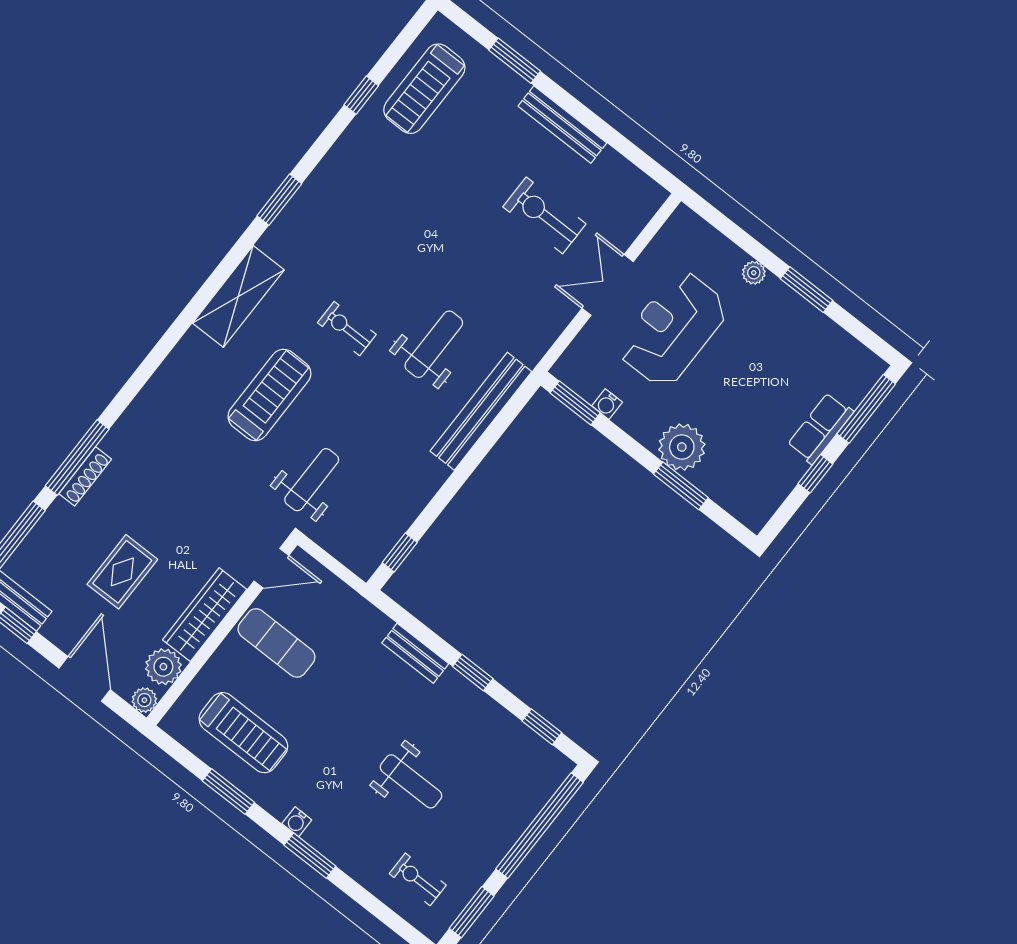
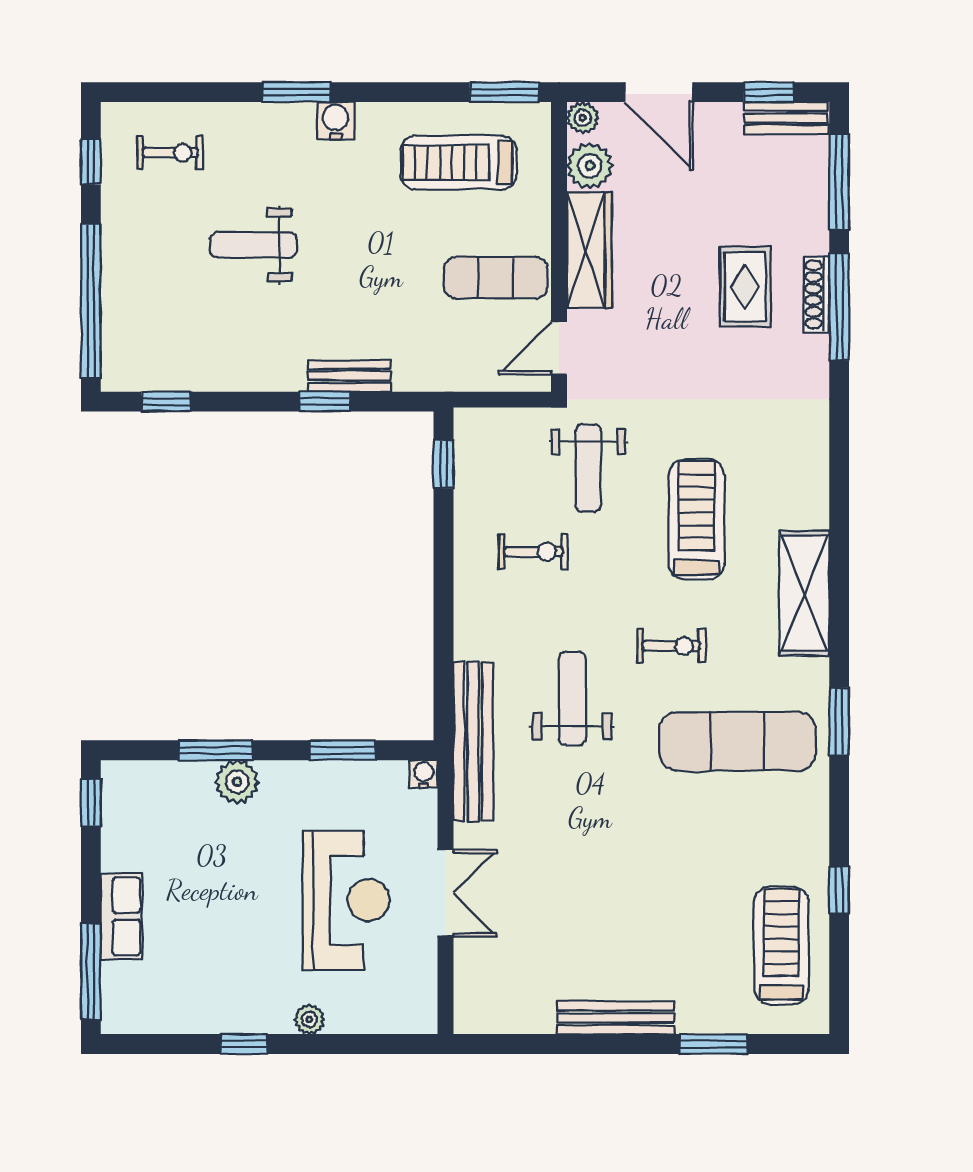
exercise bike: (544, 215) -> (534, 552), moved, width x0.73, depth x0.72
exercise mat: (352, 237) -> (737, 741), added
window: (807, 290) -> (244, 1044), width x0.67
weight bench: (434, 344) -> (572, 698), turned 180
treadmill: (269, 395) -> (696, 519), turned 180
window: (575, 403) -> (342, 750), moved
water cooler: (607, 404) -> (424, 774), moved
bench: (481, 411) -> (473, 742), moved
plant: (682, 447) -> (237, 782), width x0.73, depth x0.73
window: (815, 474) -> (91, 803), moved
rug: (122, 572) -> (745, 287), moved
window: (473, 673) -> (325, 402), moved
window: (228, 792) -> (504, 92), moved
water cooler: (297, 822) -> (336, 121), width x1.38, depth x1.38
window: (472, 912) -> (91, 162), width x0.67

